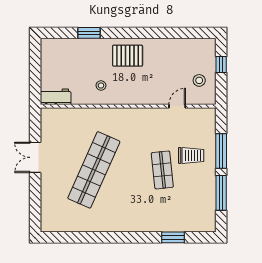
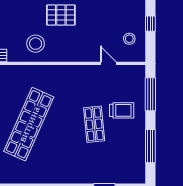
stool: (101, 86) -> (36, 44), width x1.89, depth x1.89
door: (177, 106) -> (108, 63), hinge flipped
window: (221, 151) -> (150, 94), moved

